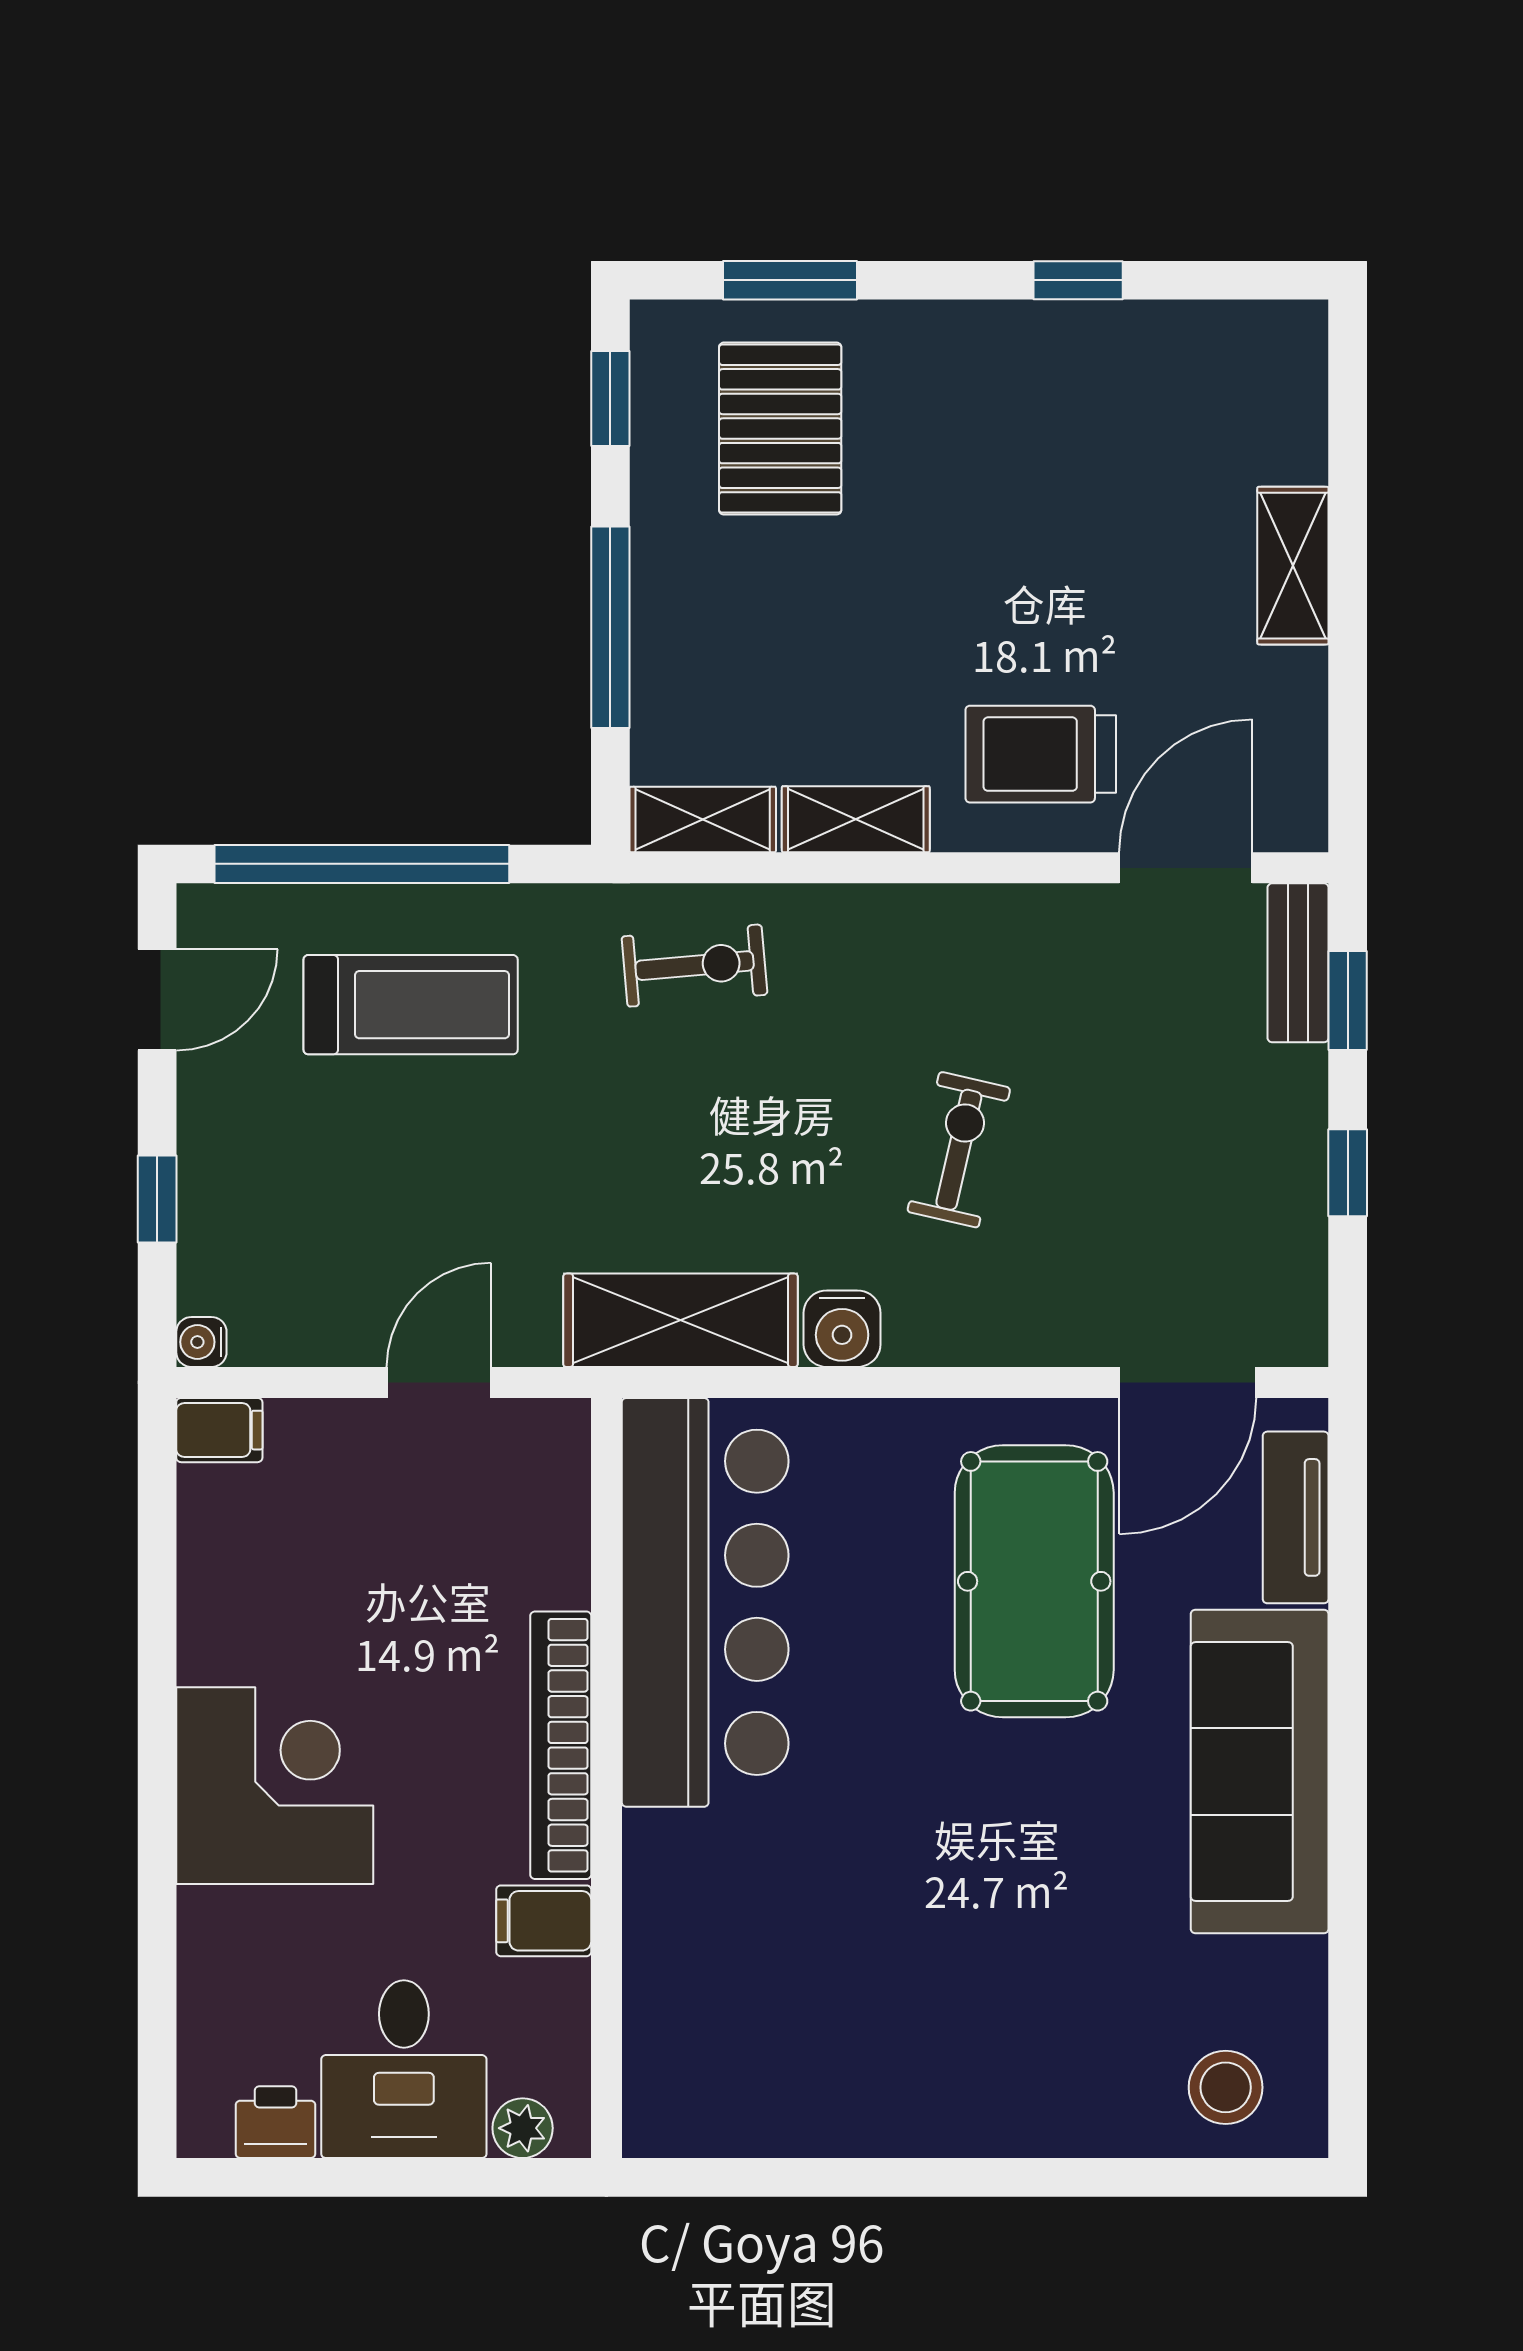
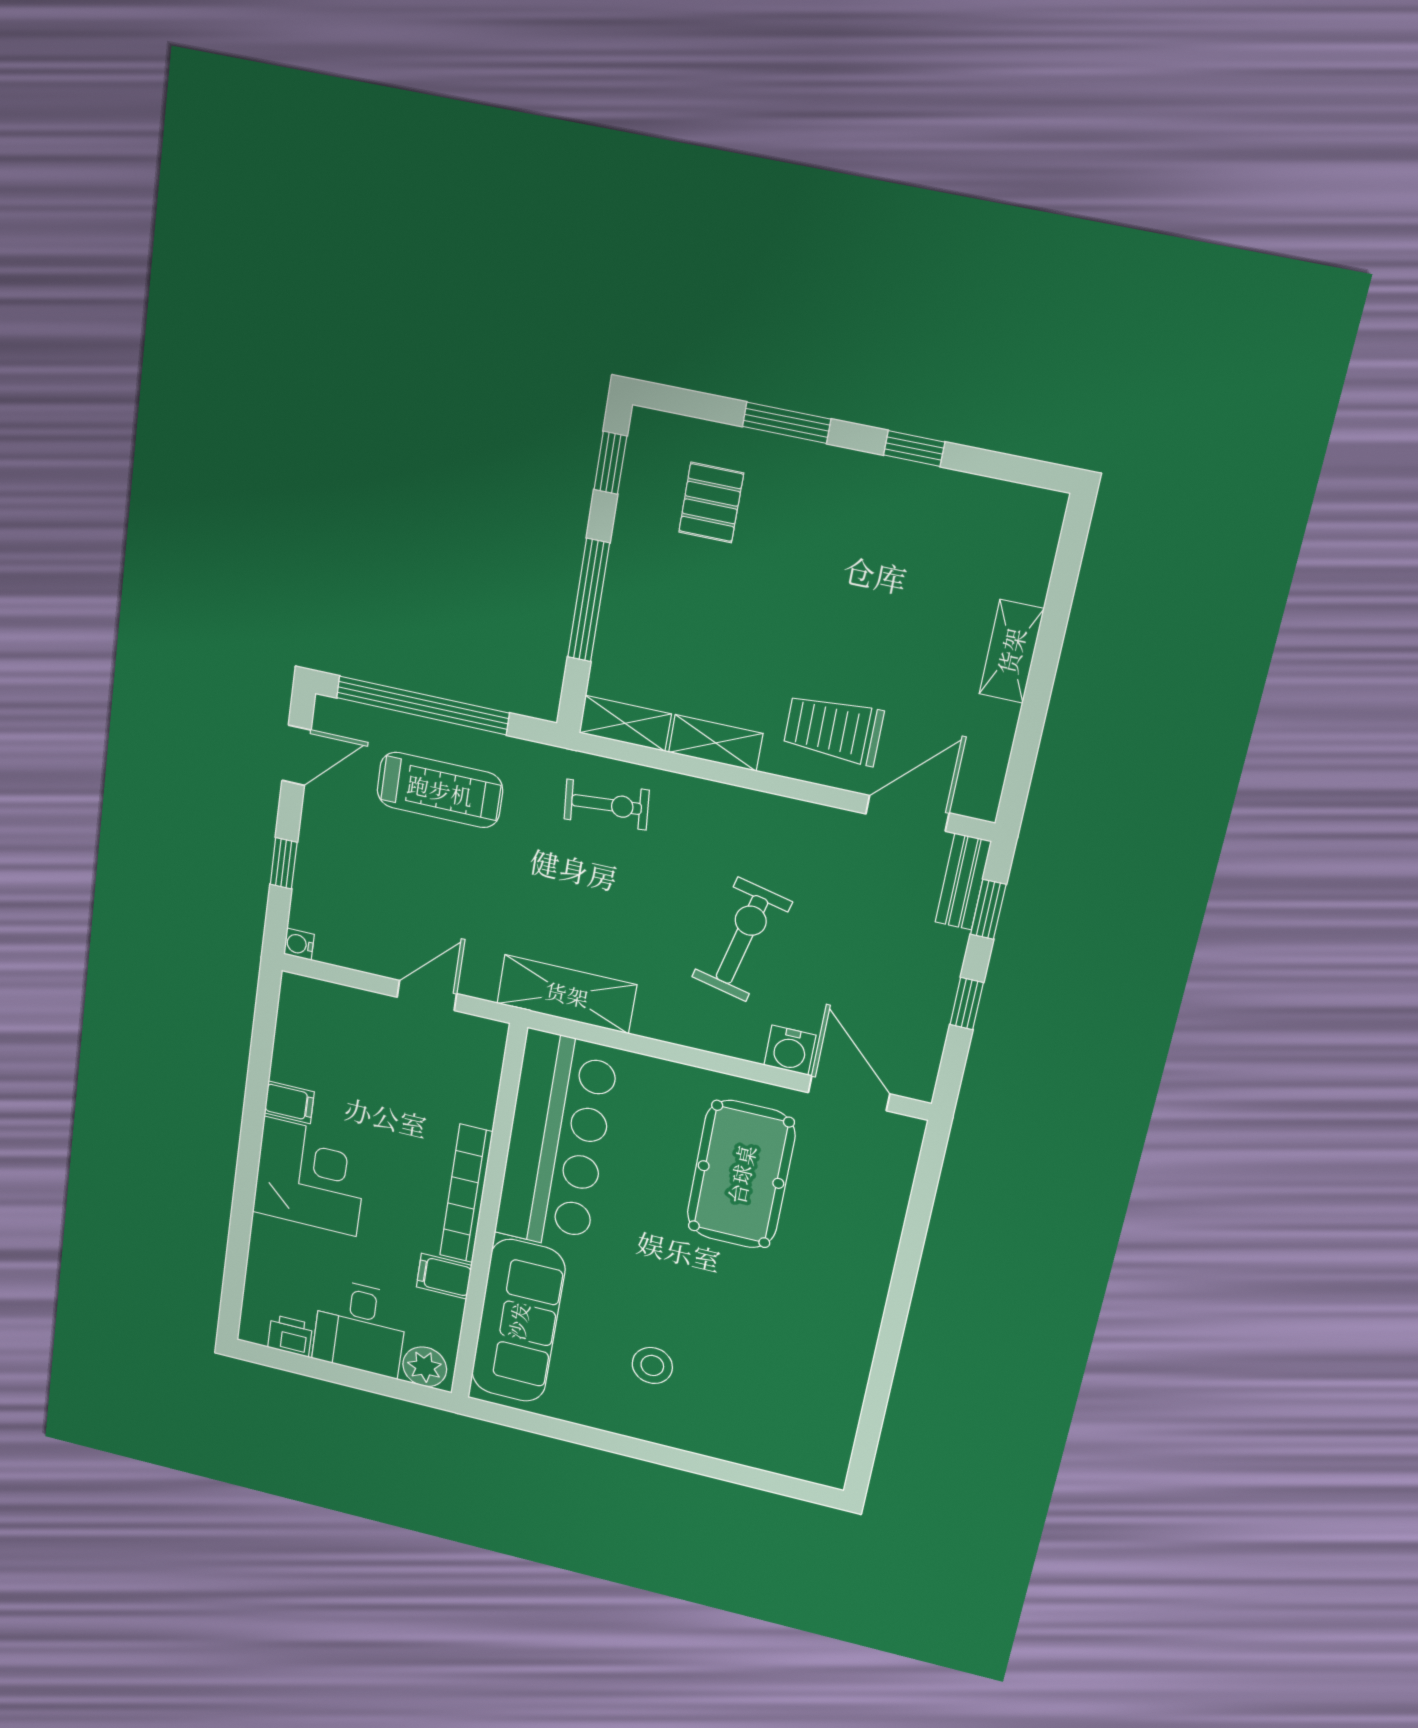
window: (790, 280) -> (787, 423), moved
pallet: (780, 429) -> (711, 503), width x0.67, depth x0.71
exercise bike: (959, 1150) -> (742, 940), width x1.38, depth x1.39
water cooler: (842, 1329) -> (790, 1050), moved
door: (1188, 1382) -> (849, 1093), swing flipped
filing cabinet: (219, 1430) -> (289, 1102), moved
tv unit: (1296, 1517) -> (896, 1177), removed
sofa: (1260, 1772) -> (518, 1321), moved, turned 180
stool: (1226, 2087) -> (652, 1365), moved
plant: (523, 2128) -> (425, 1367), width x1.38, depth x1.38

